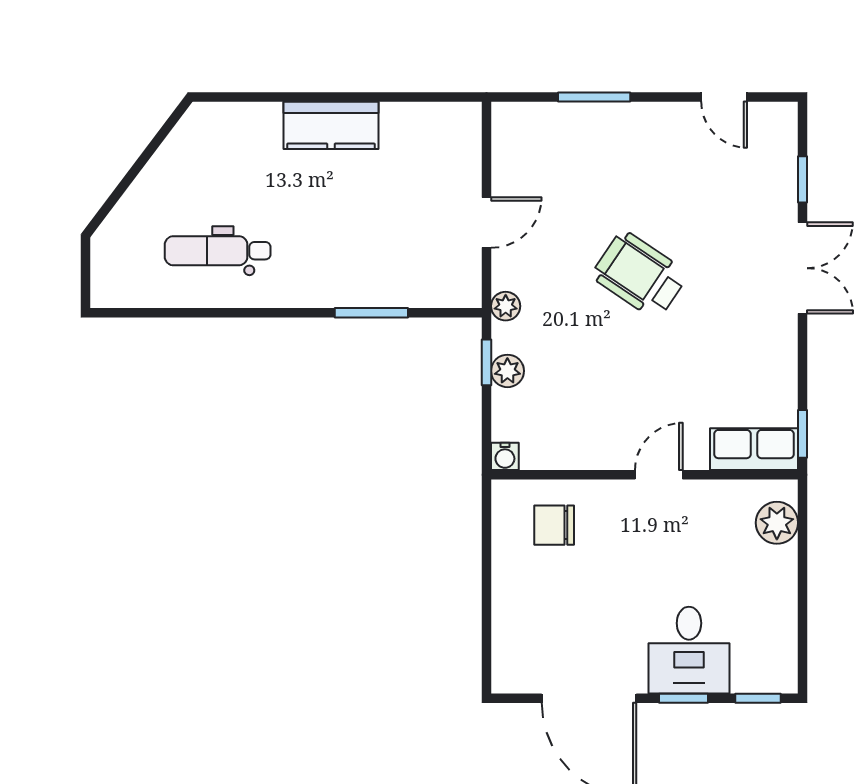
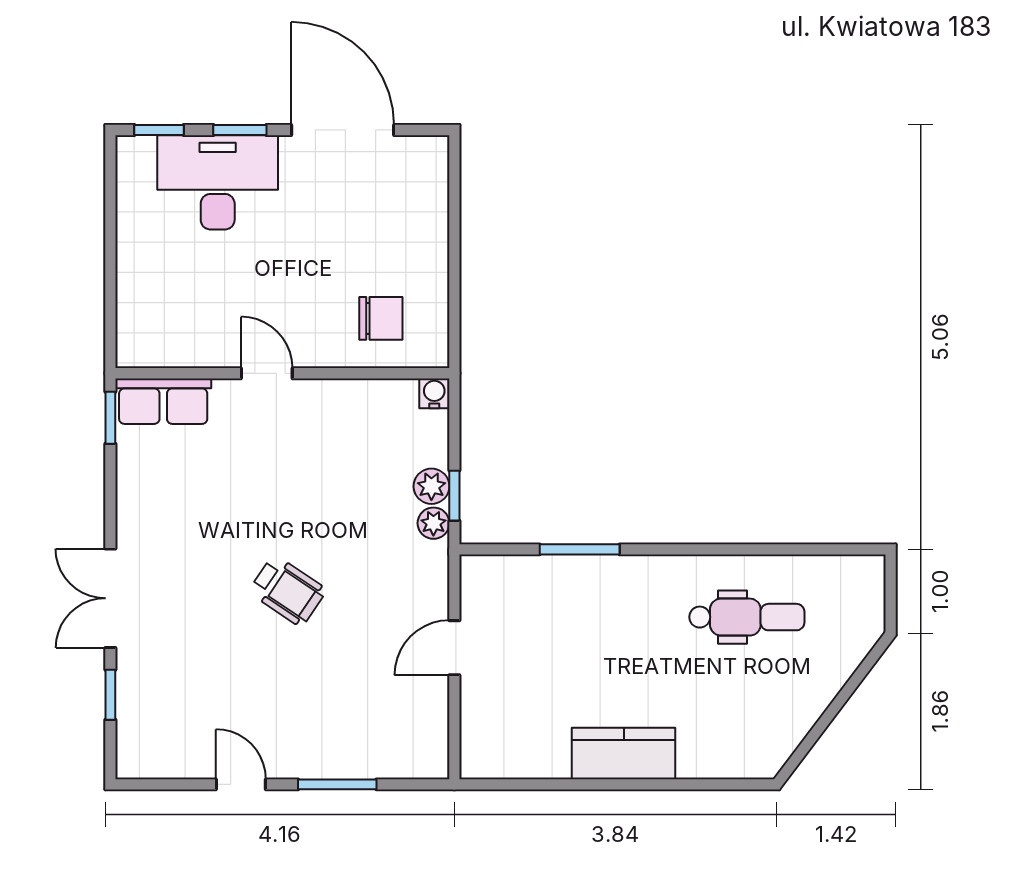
door: (724, 97) -> (241, 784), moved
wheelchair: (640, 275) -> (288, 591), width x0.73, depth x0.73
plant: (506, 306) -> (433, 523), moved
door: (659, 475) -> (267, 373), swing flipped
plant: (777, 523) -> (138, 321), removed
desk: (689, 650) -> (218, 182), width x1.37

